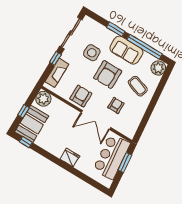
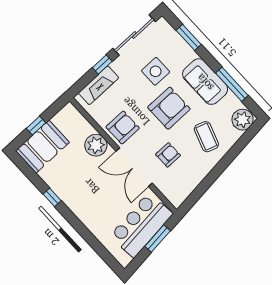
window: (116, 29) -> (189, 37), moved
window: (145, 47) -> (232, 84), width x0.68
armchair: (108, 74) -> (169, 108), turned 180
plant: (43, 99) -> (96, 145), moved
window: (26, 142) -> (52, 197), moved
fridge: (70, 158) -> (82, 209), removed

